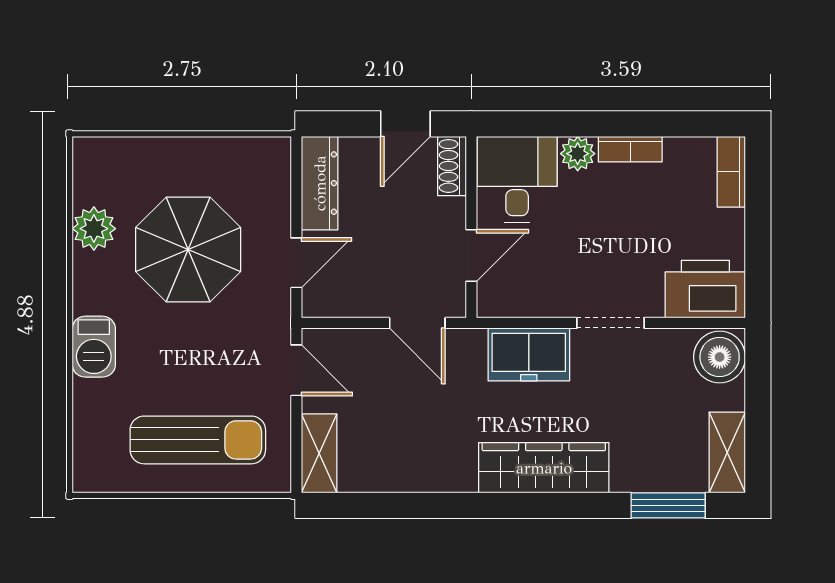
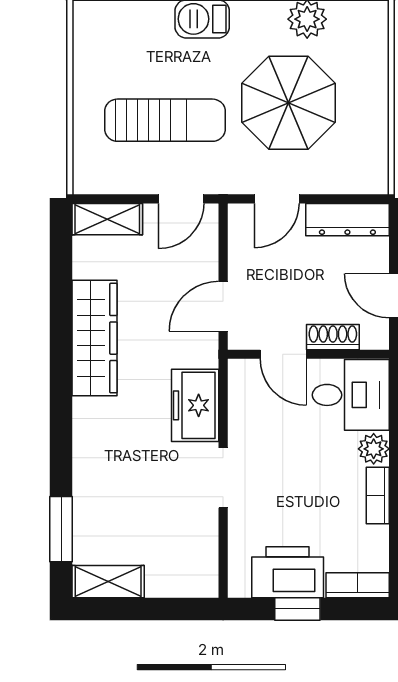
shoe rack: (452, 166) -> (333, 337), moved
window: (758, 240) -> (297, 609), added
door: (296, 263) -> (277, 199), hinge flipped
printer: (705, 289) -> (288, 572), moved, turned -90
boiler: (720, 357) -> (193, 575), removed
sun lounger: (198, 440) -> (165, 120), moved, turned -90
wardrobe: (544, 468) -> (95, 338), moved

